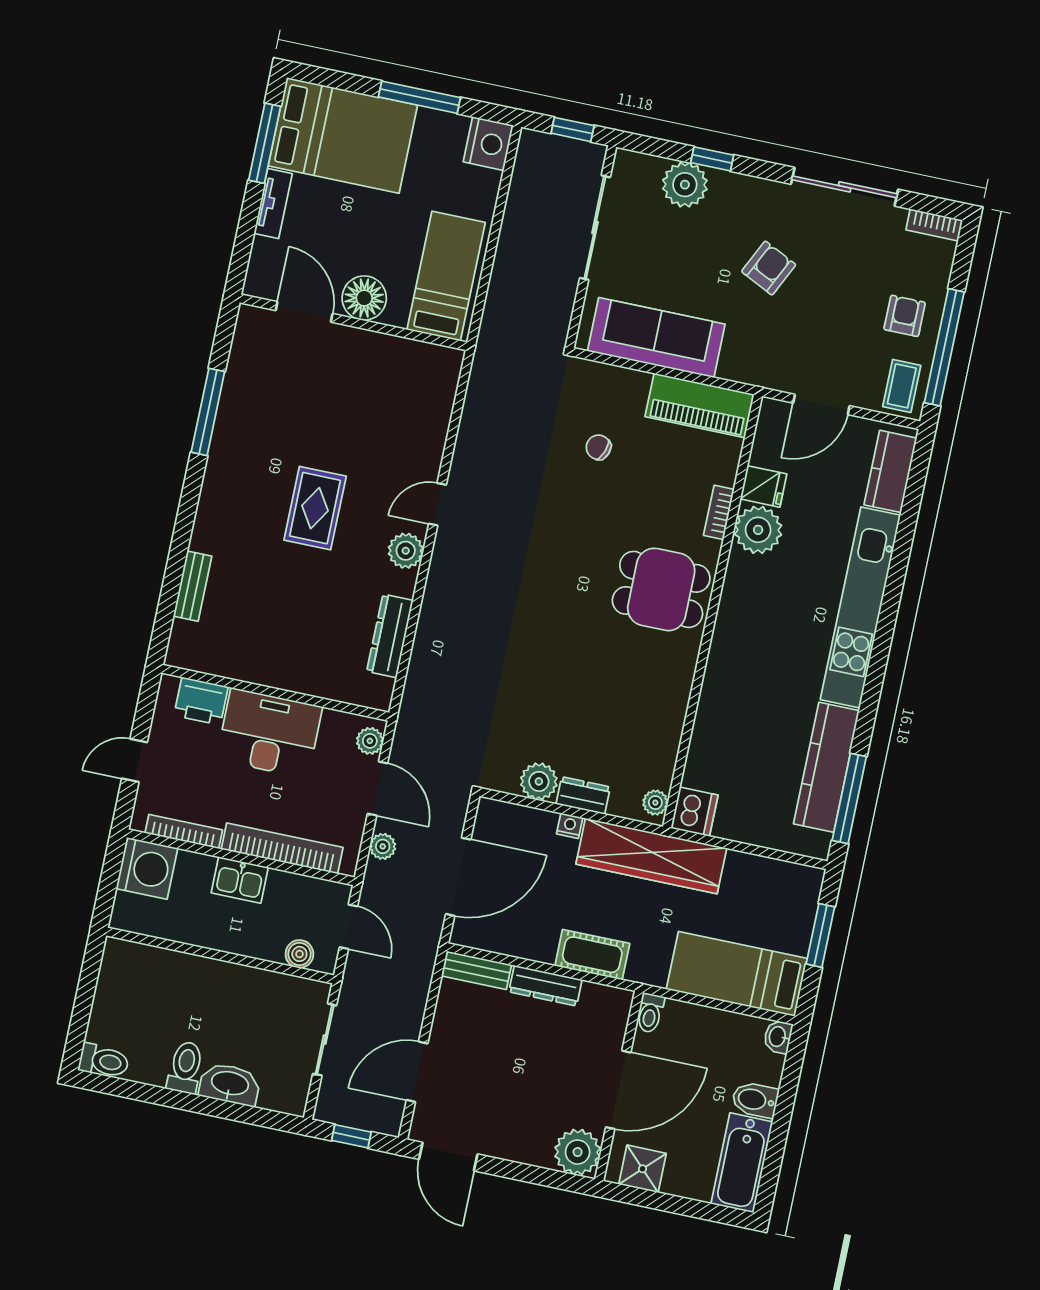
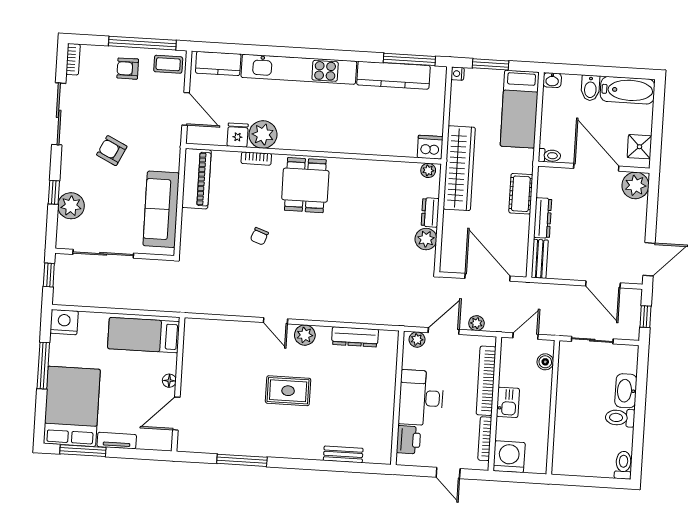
floor lamp: (364, 298) -> (169, 381), width x0.53, depth x0.53
chair: (598, 447) -> (259, 236), moved
nightstand: (570, 826) -> (458, 74), moved

